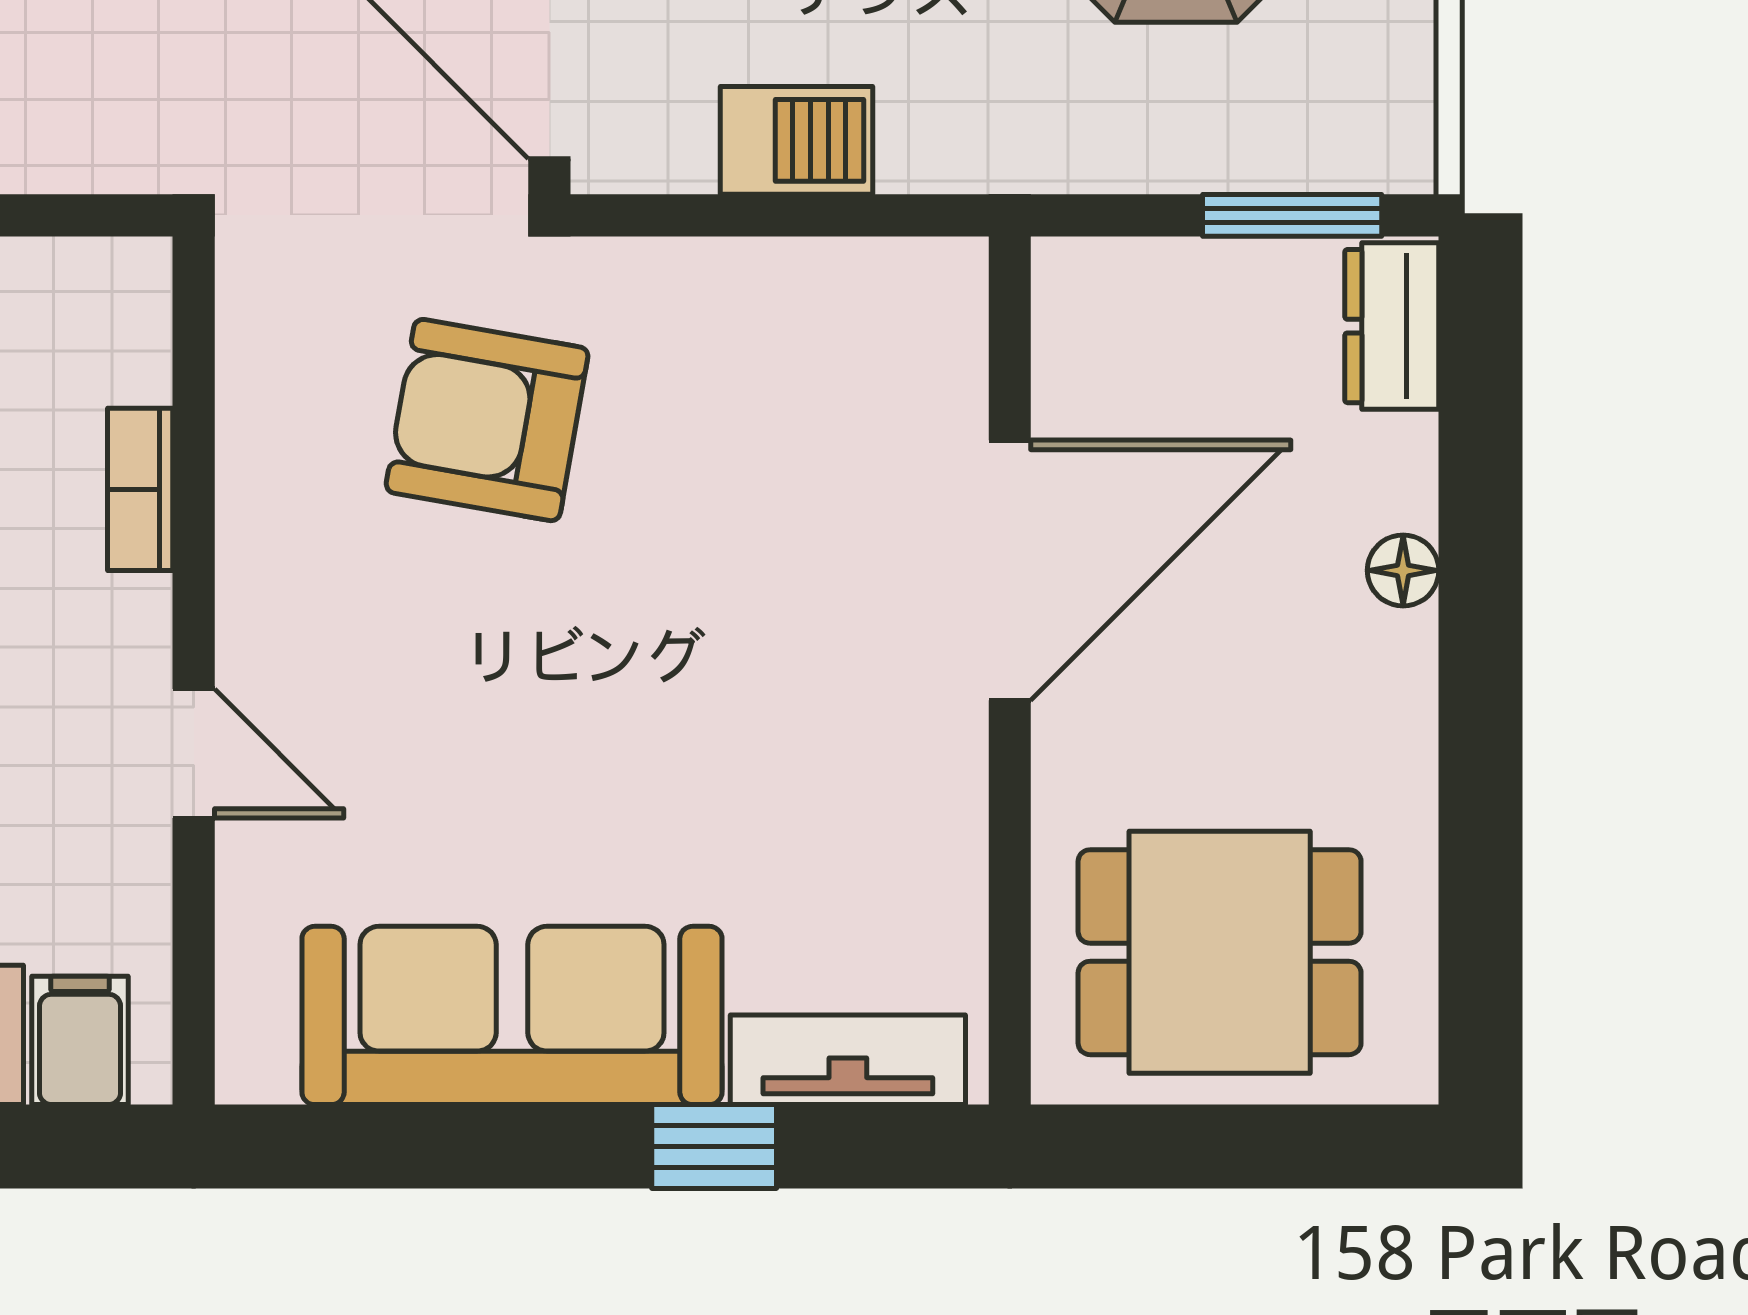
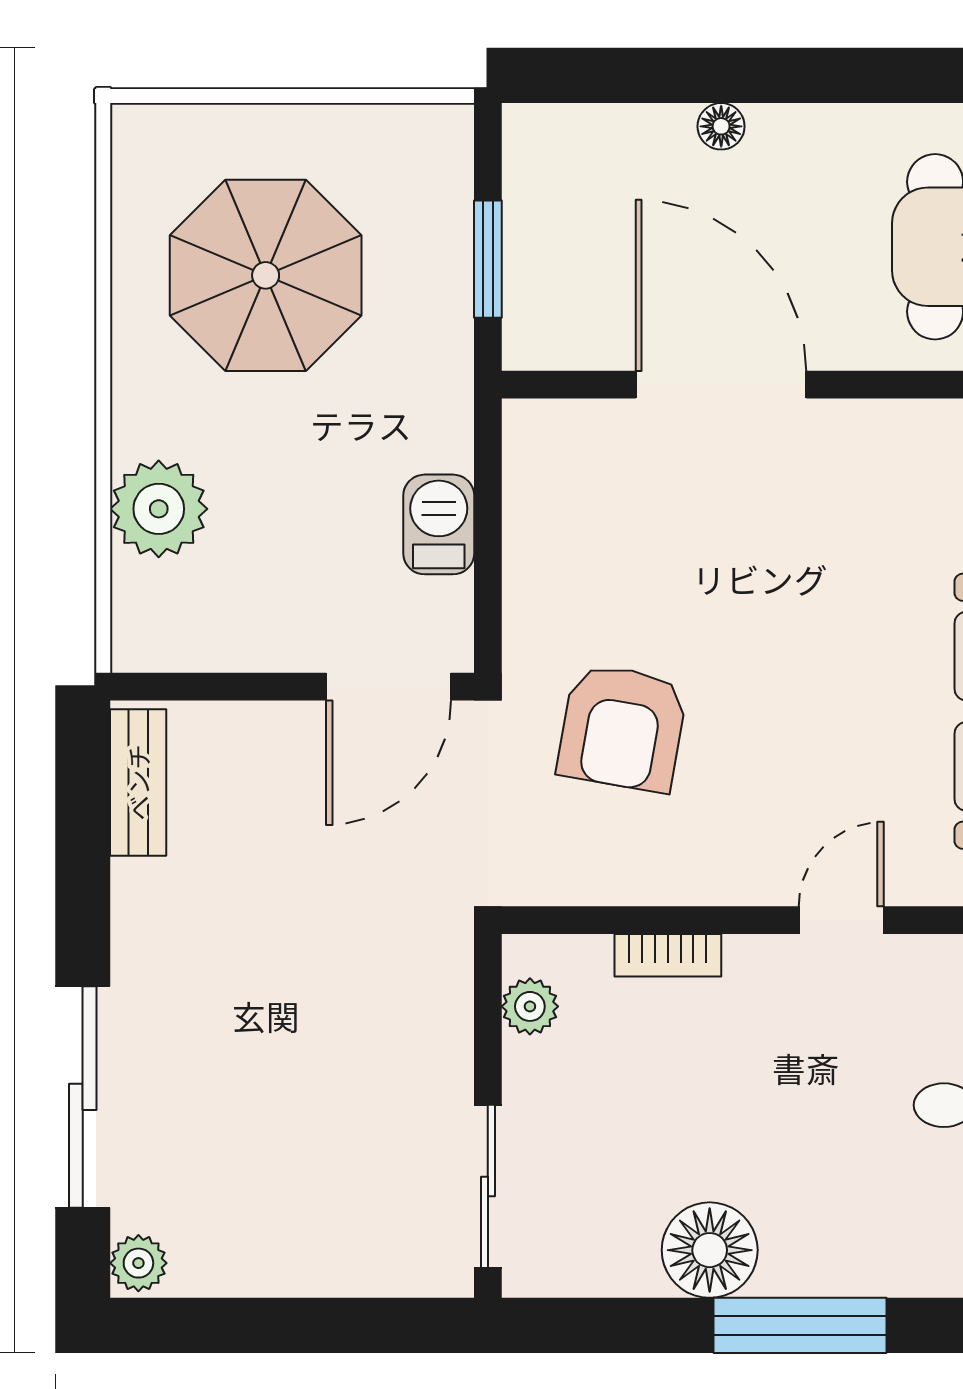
window: (1292, 215) -> (488, 259), moved
plant: (62, 279) -> (530, 1006), added
dresser: (1392, 326) -> (561, 134), removed

